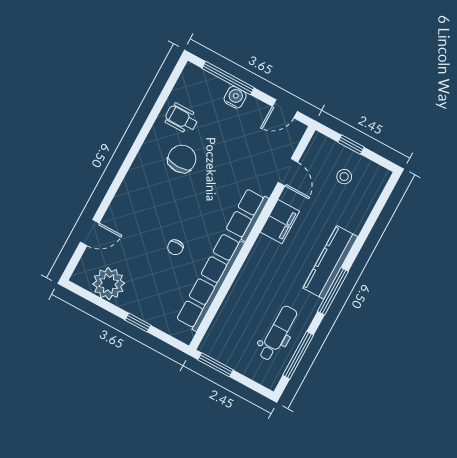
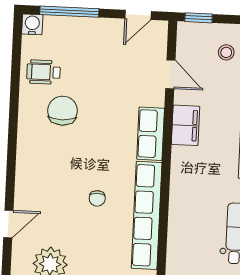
water cooler: (235, 97) -> (32, 24), moved
window: (351, 145) -> (199, 18), moved

